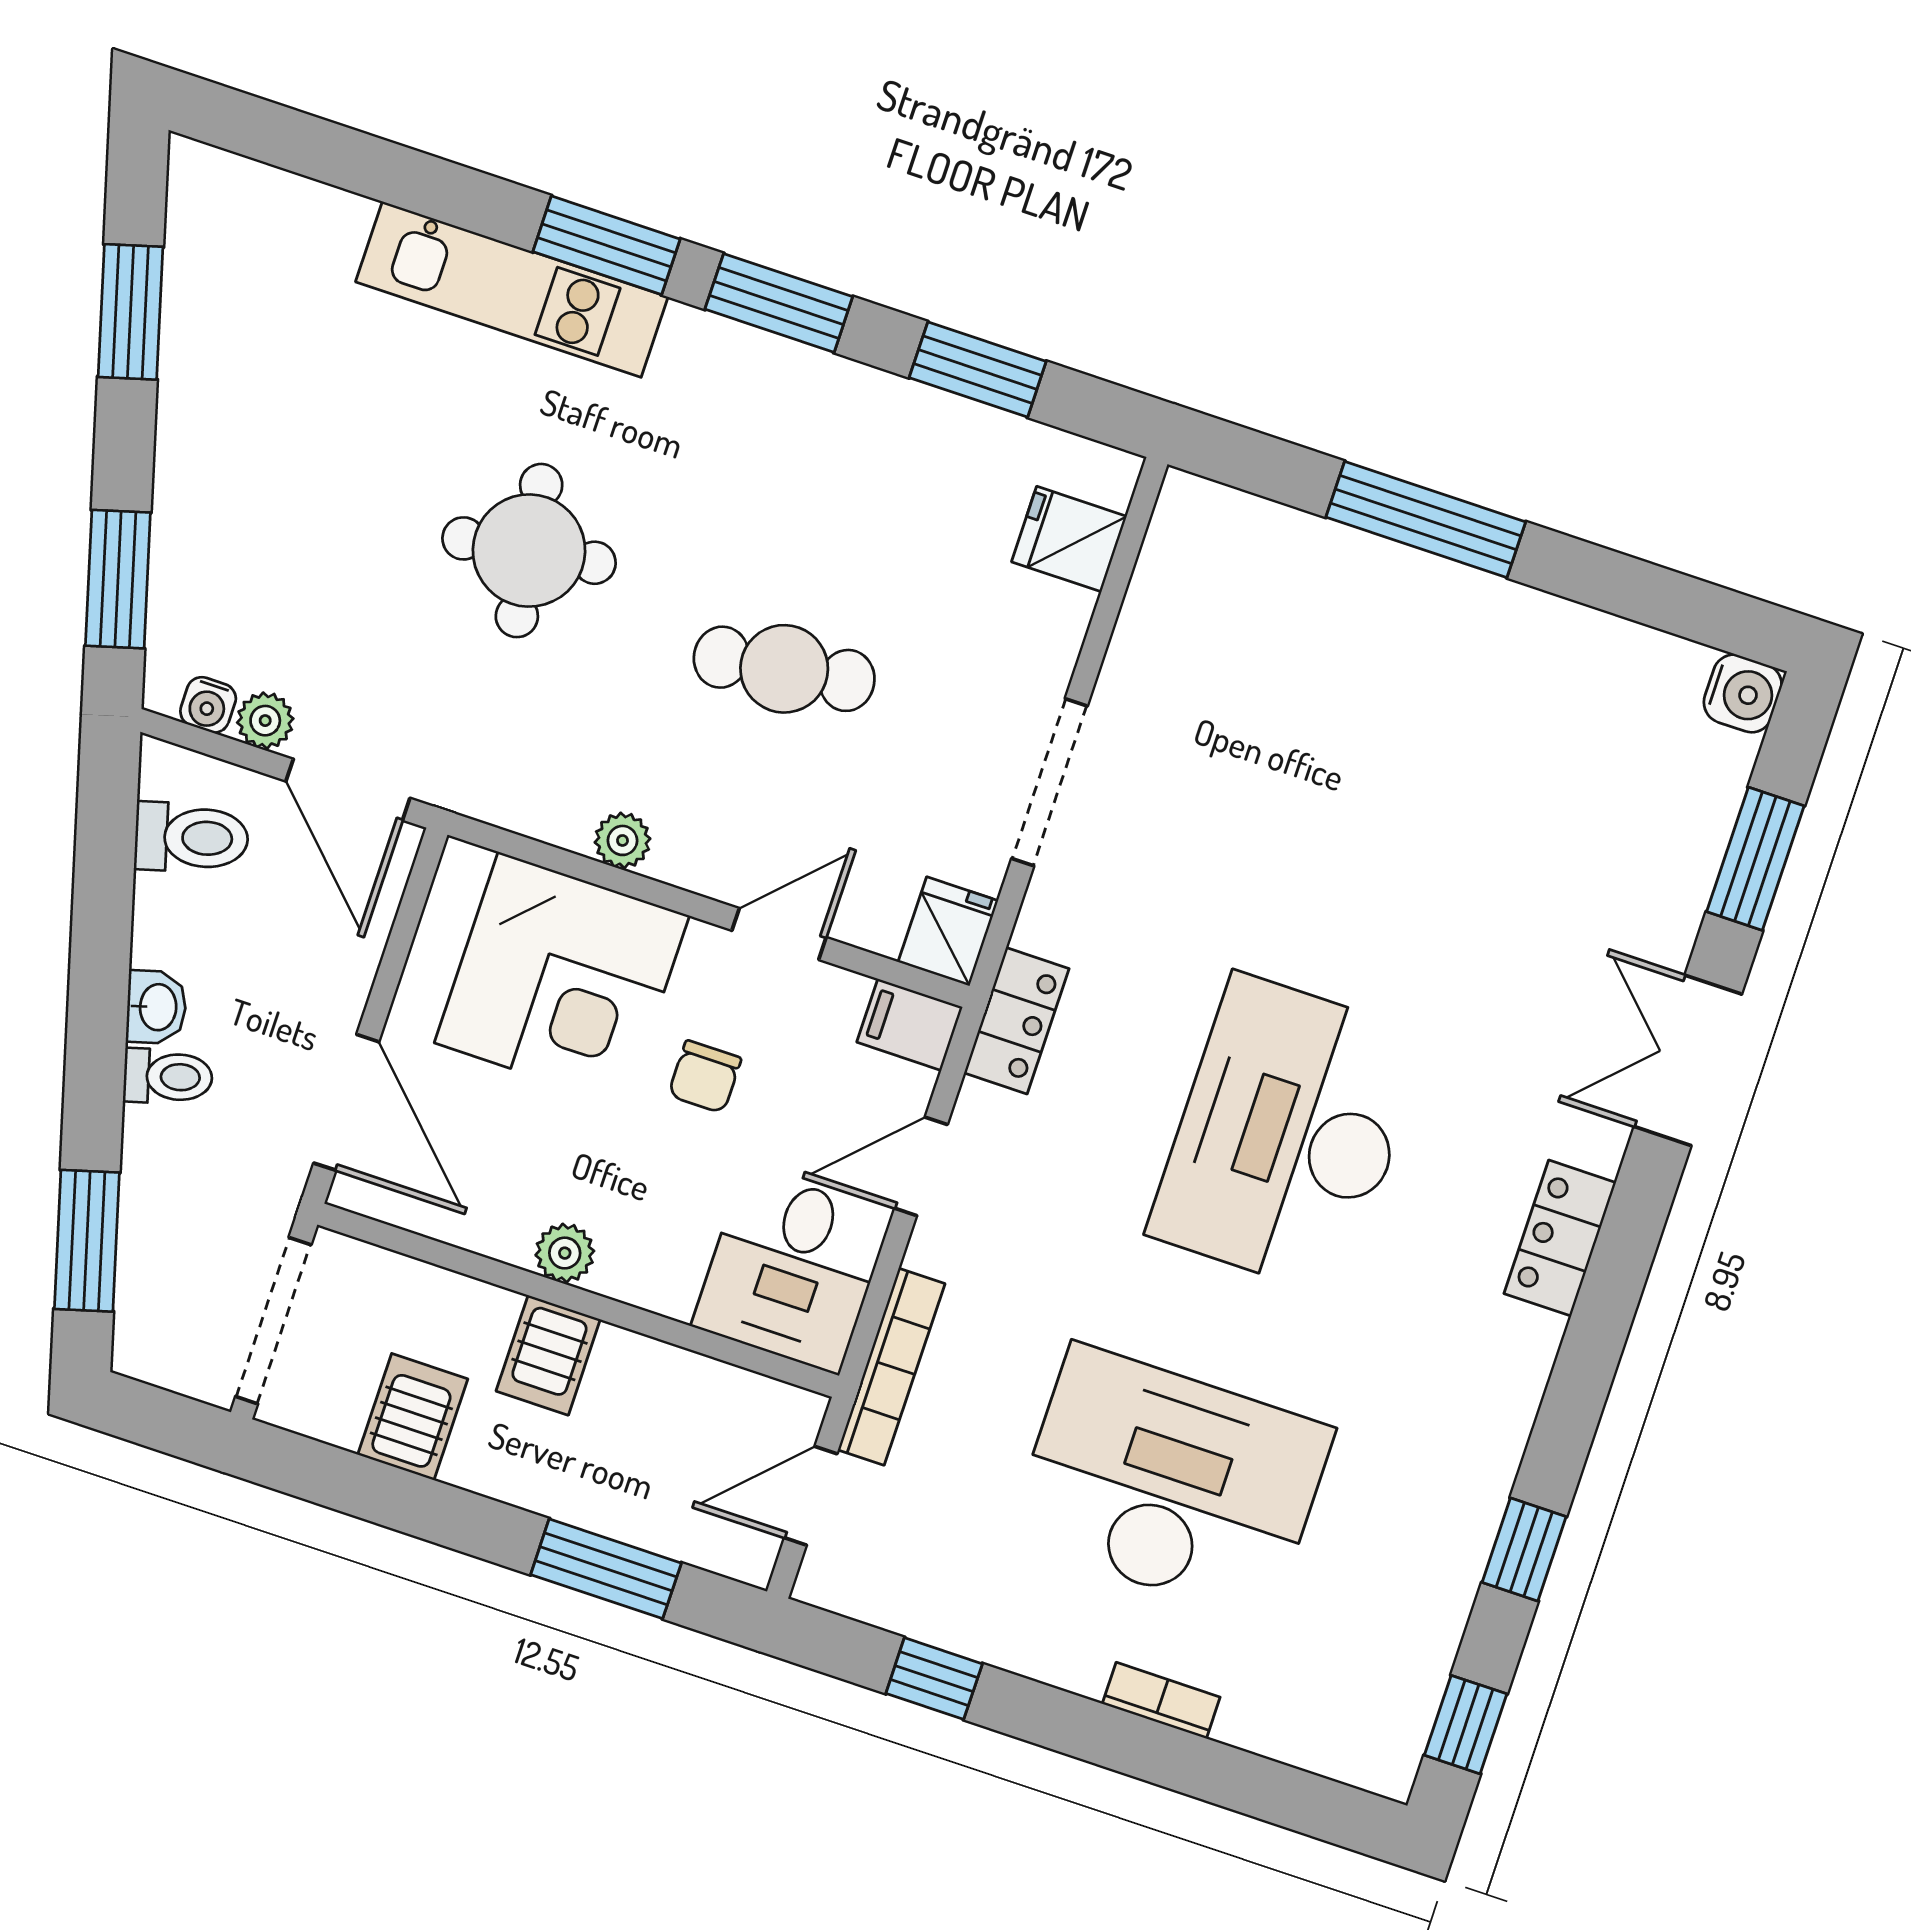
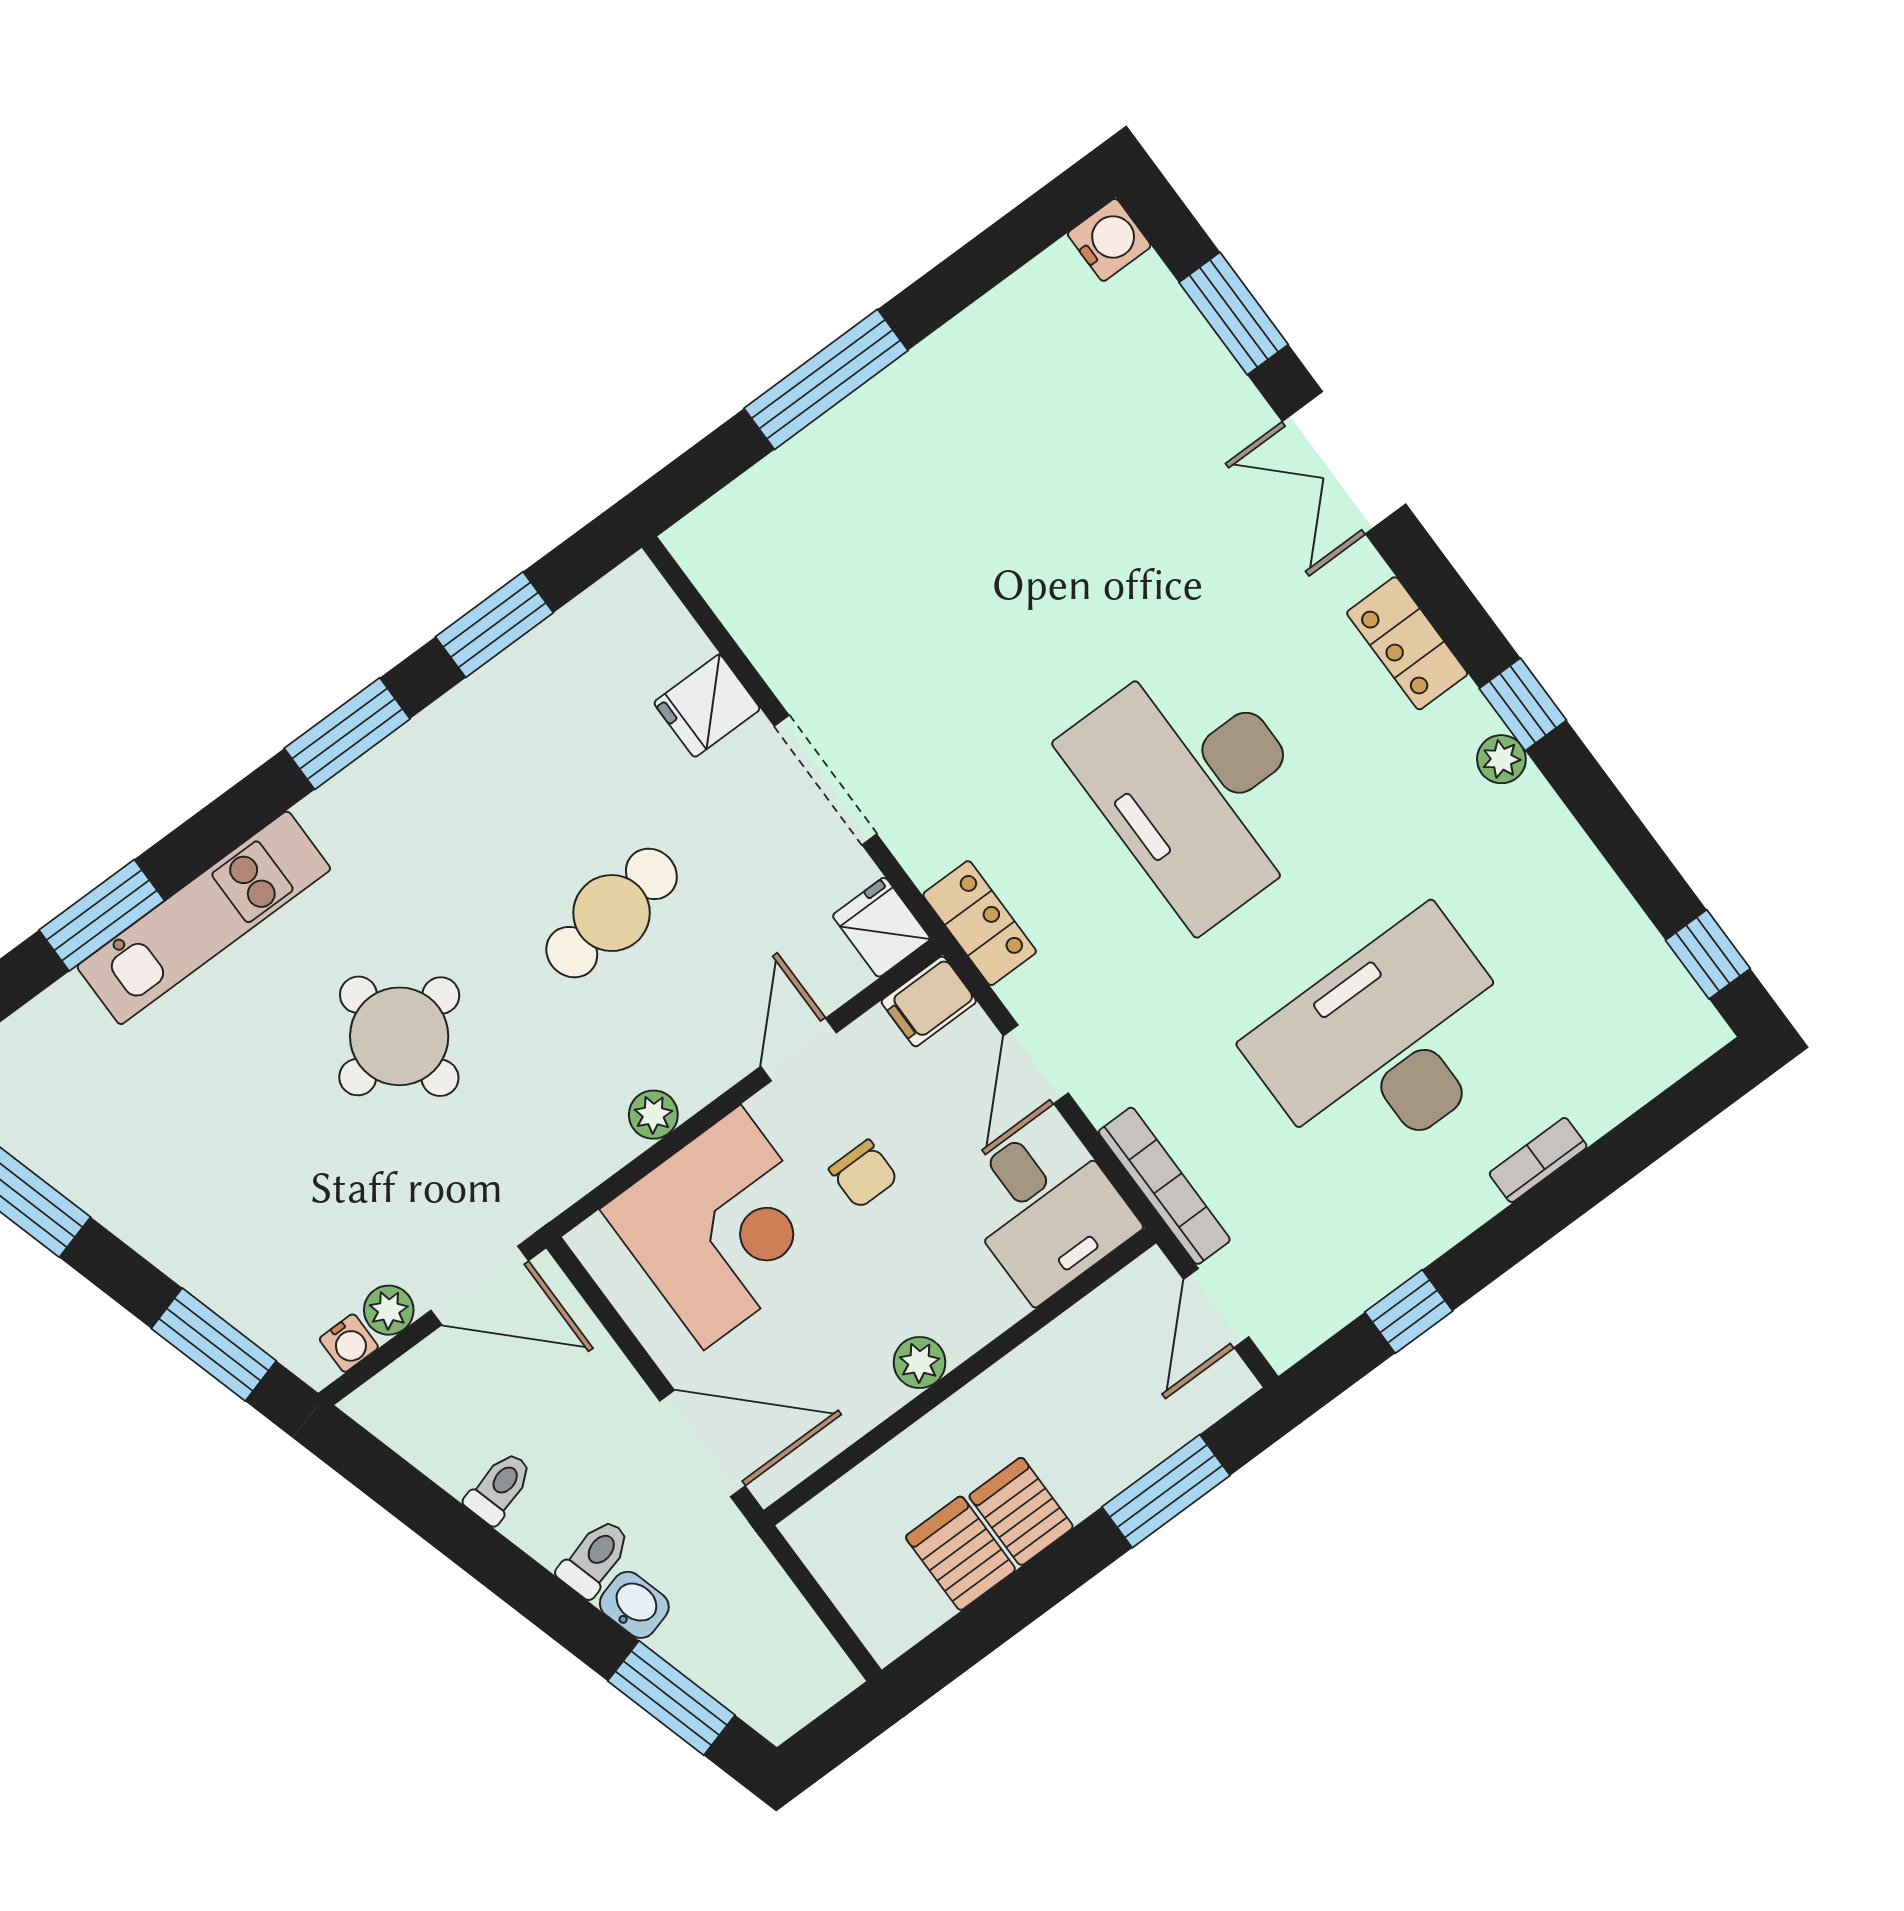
window: (607, 245) -> (102, 915), moved
fridge: (1069, 539) -> (707, 706), moved
toilet: (191, 838) -> (499, 1488), moved, width x0.73, depth x0.72
washbasin: (156, 1007) -> (634, 1605), moved
doorway: (273, 1321) -> (822, 1605), removed
server rack: (548, 1355) -> (1021, 1511), moved, turned 180
plant: (1513, 1403) -> (1501, 759), added
window: (1524, 1550) -> (1523, 704), moved

